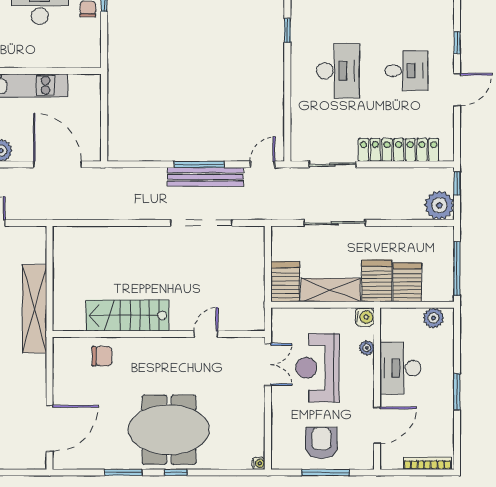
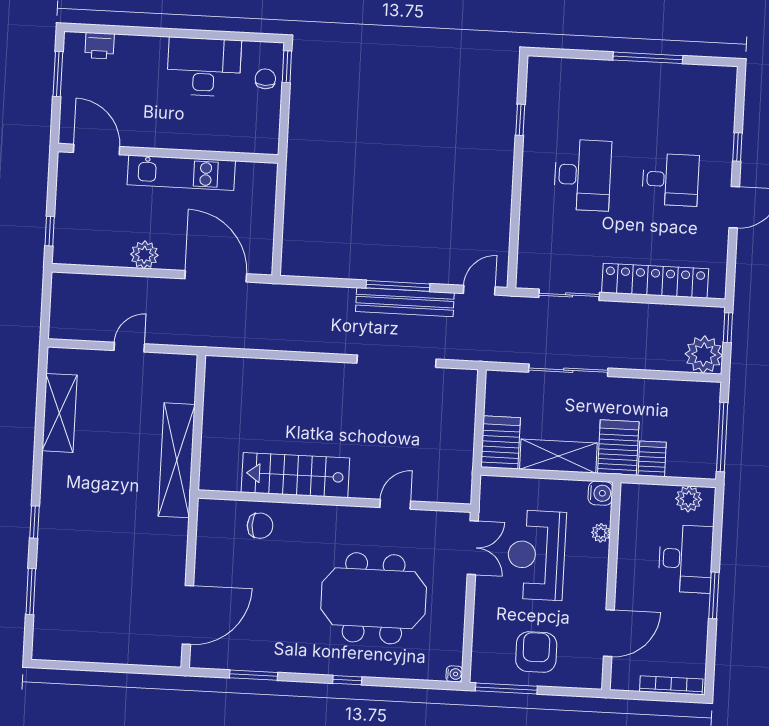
server rack: (407, 282) -> (652, 459), width x0.73, depth x0.70
desk: (400, 368) -> (686, 559), moved, turned 180
meeting table: (169, 430) -> (374, 598), moved
window: (123, 472) -> (254, 675), moved
window: (326, 472) -> (506, 688), moved

